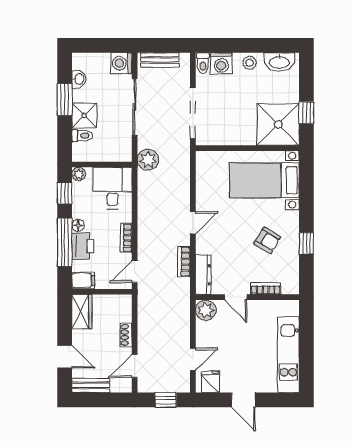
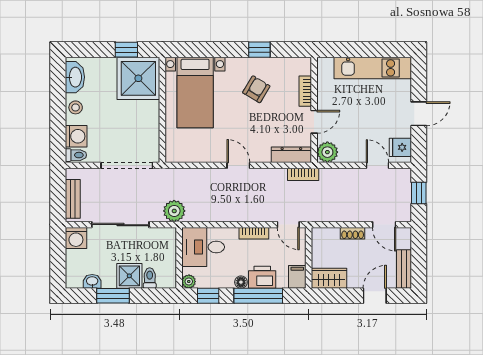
bookcase: (184, 262) -> (303, 174), moved

